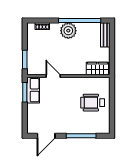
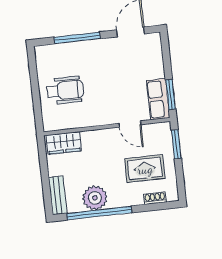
plant: (68, 31) -> (95, 198), moved
rug: (47, 46) -> (145, 169), added

